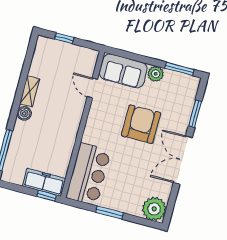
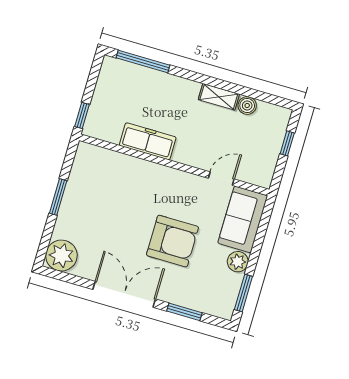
boiler: (24, 113) -> (247, 106), moved
bar counter: (88, 174) -> (109, 171), removed
freezer: (44, 182) -> (148, 141), moved, turned -90

